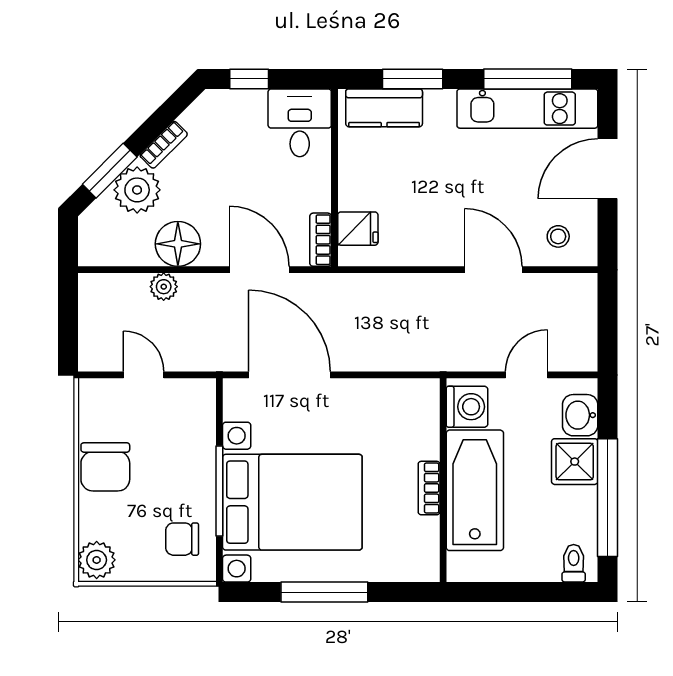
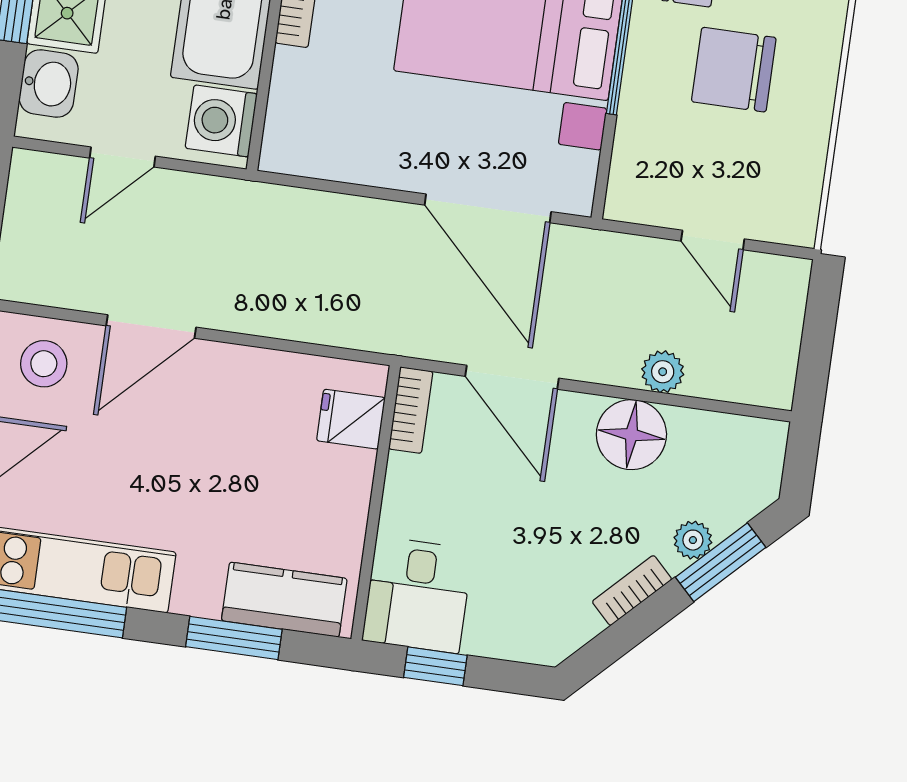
window: (249, 79) -> (435, 666), moved
plant: (137, 190) -> (693, 540), width x0.53, depth x0.53
stool: (558, 236) -> (44, 364), width x1.37, depth x1.37
door: (493, 270) -> (151, 327), hinge flipped
chair: (105, 467) -> (734, 70), moved, turned -90

